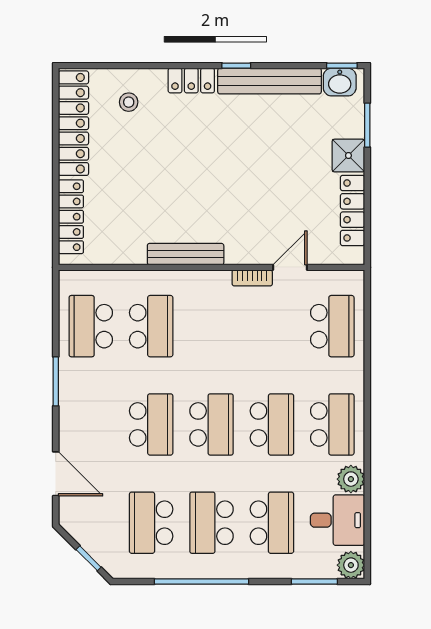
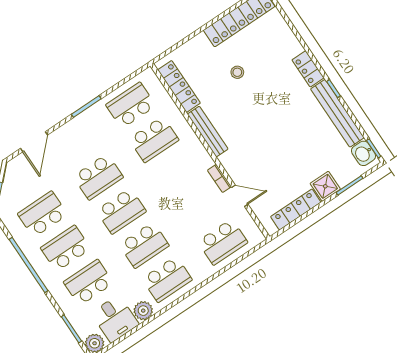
stool: (129, 102) -> (237, 72), moved
locker: (71, 217) -> (179, 87), moved, turned -90
school desk: (272, 523) -> (89, 283), turned 180

